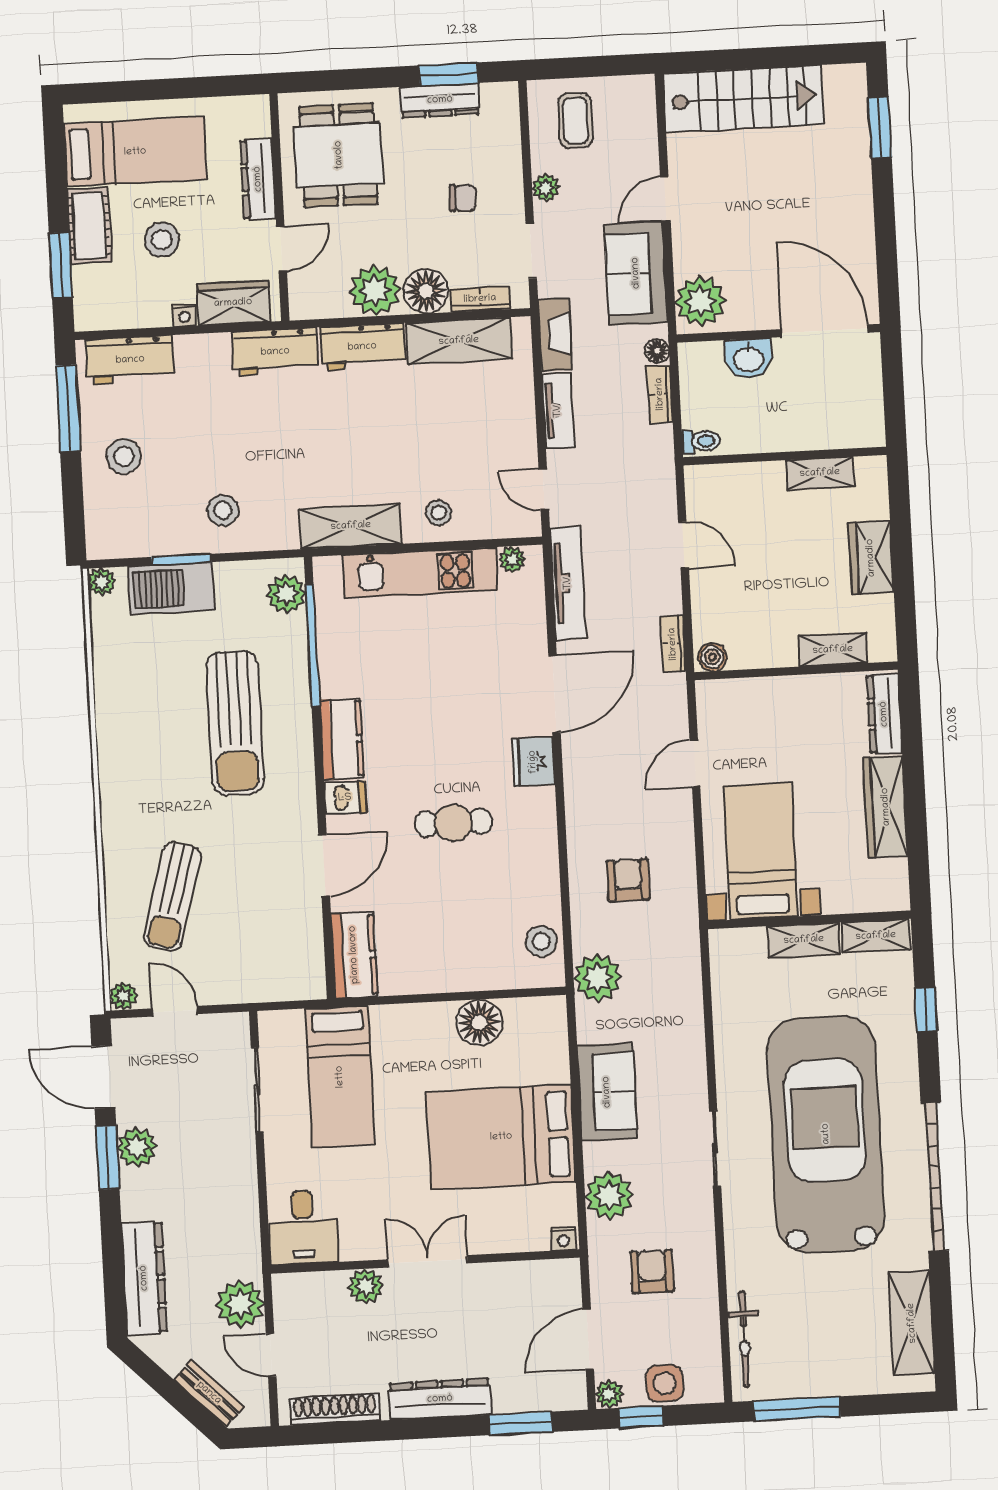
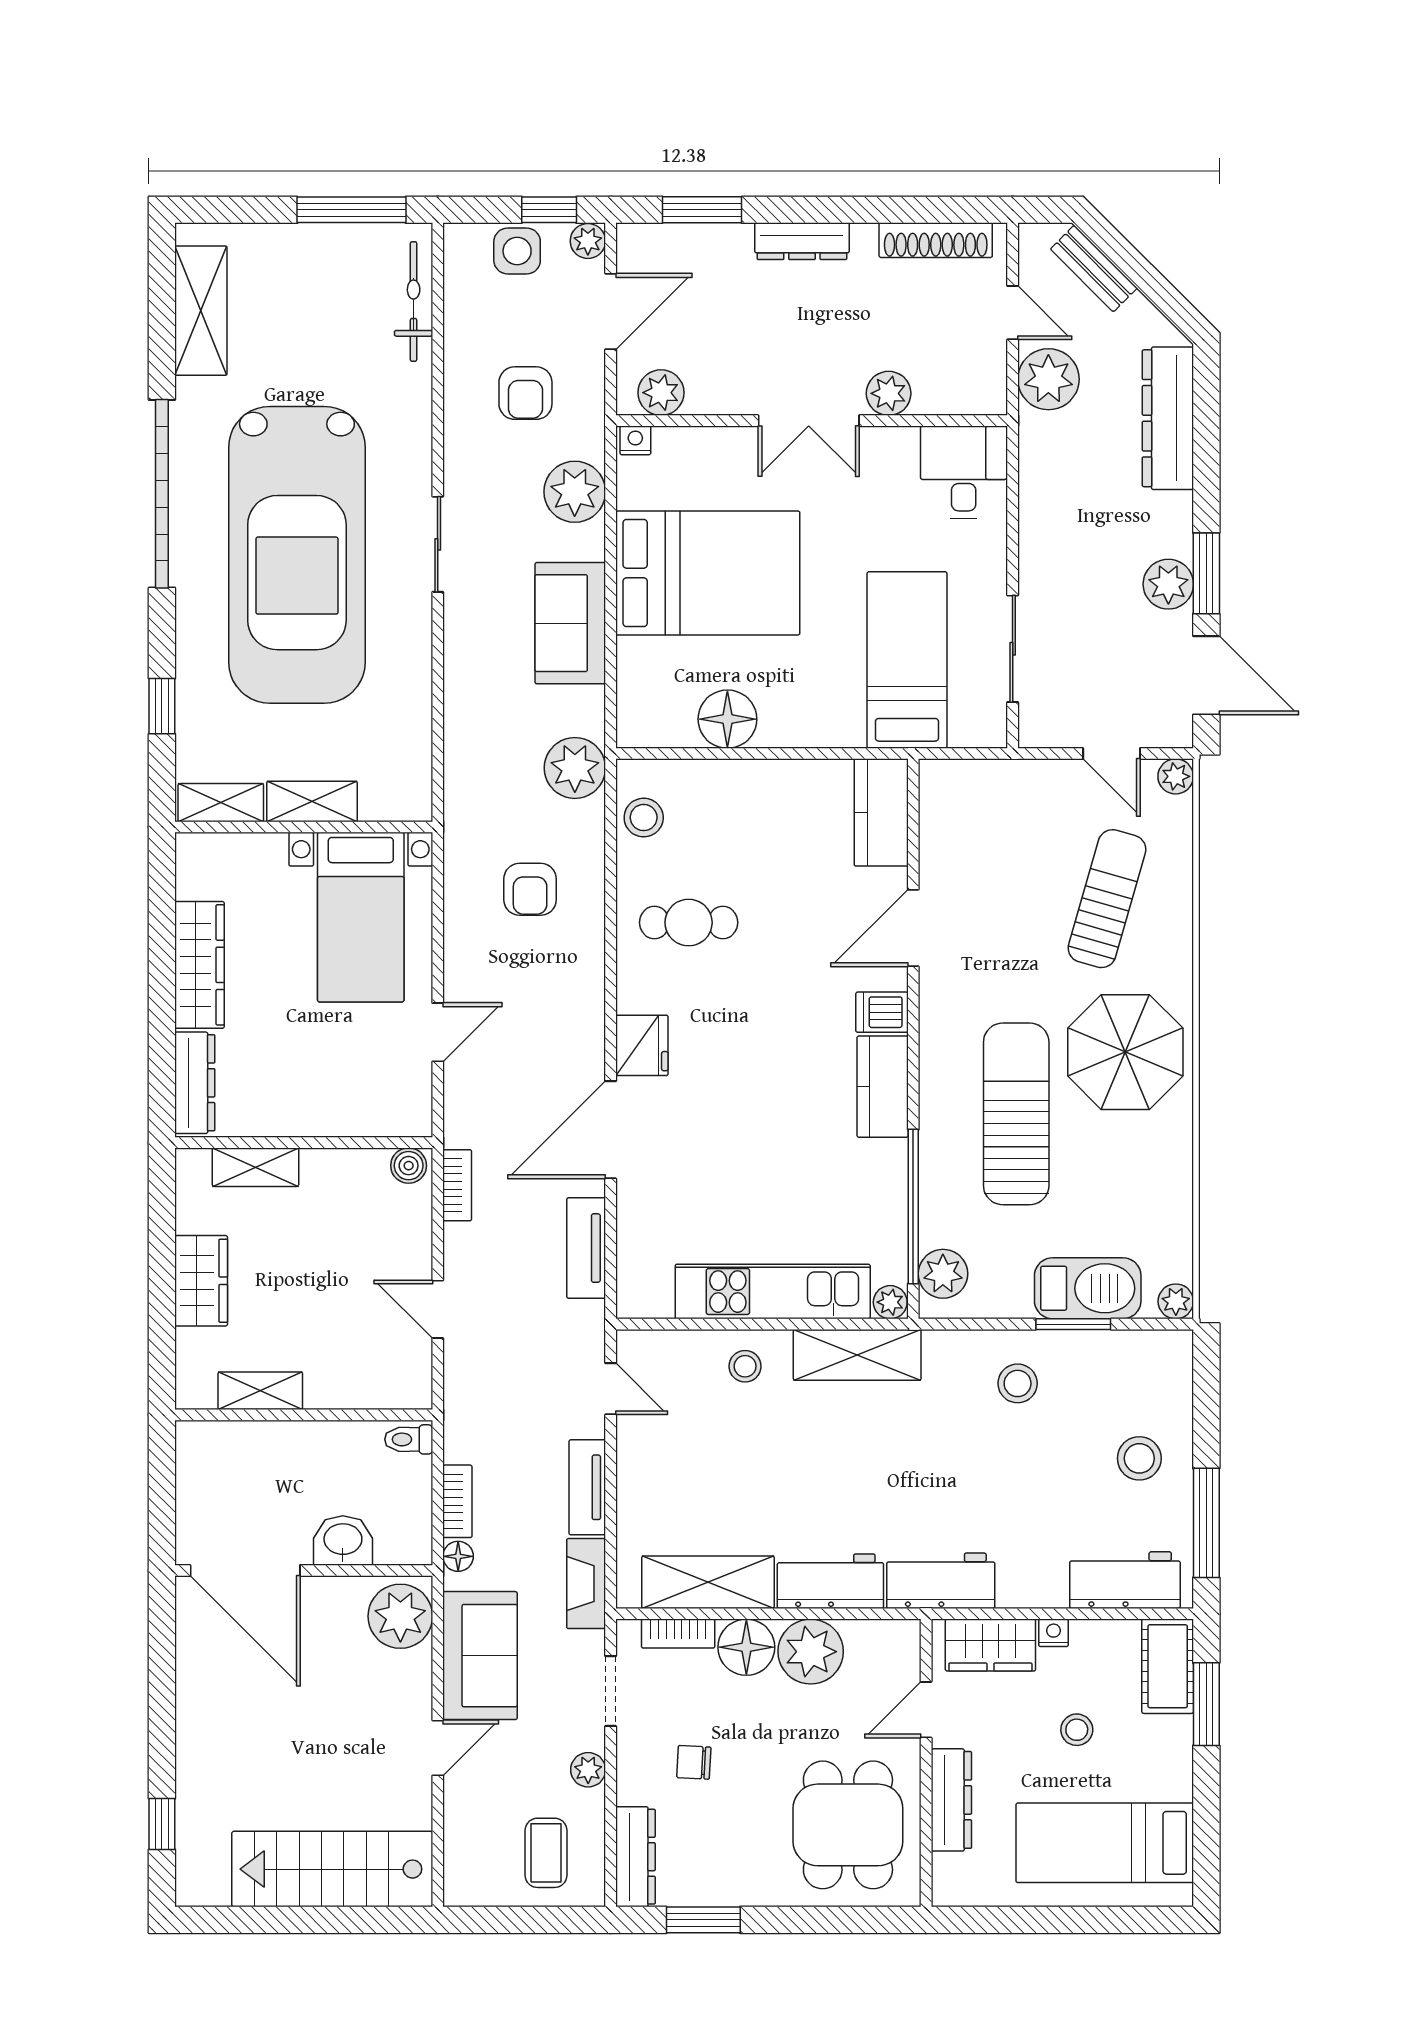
dresser: (440, 100) -> (635, 1857), moved, turned 90
window: (880, 127) -> (162, 1824), width x0.67
cot: (89, 226) -> (1168, 1666), moved
stool: (162, 240) -> (1077, 1730), width x0.73, depth x0.73
plant: (512, 559) -> (890, 1302), moved
tv unit: (568, 583) -> (586, 1248), width x0.71
parasol: (152, 776) -> (1125, 1052), added
cafe table: (453, 823) -> (689, 923), moved
plant: (545, 1277) -> (661, 393), added
dresser: (440, 1399) -> (802, 241), width x0.73, depth x0.80

